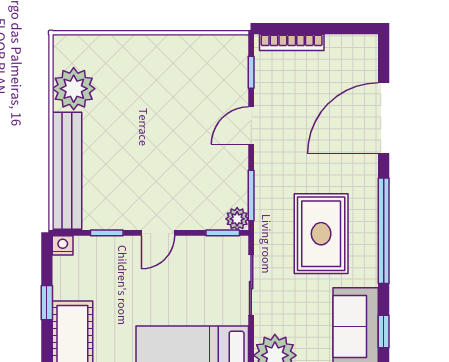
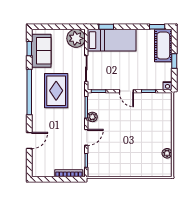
plant: (74, 89) -> (167, 153), width x0.53, depth x0.53
door: (384, 118) -> (29, 141), width x0.53
bench: (67, 171) -> (166, 118), removed
plant: (237, 219) -> (92, 117), moved
door: (158, 233) -> (126, 91), swing flipped

